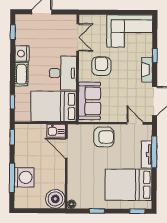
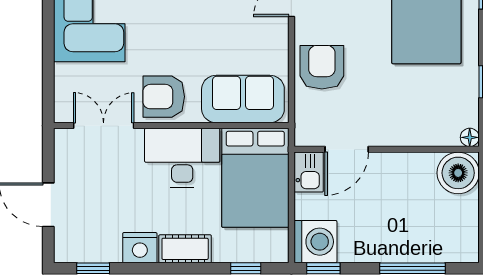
armchair: (101, 66) -> (164, 97), moved
washing machine: (24, 177) -> (315, 242), moved, turned 90

